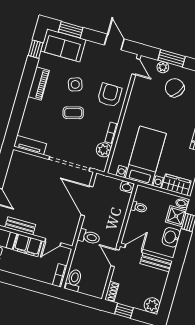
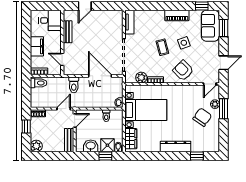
armchair: (110, 95) -> (183, 70), turned -135
door: (87, 201) -> (100, 76), hinge flipped
filing cabinet: (28, 245) -> (37, 46), moved, turned 180
door: (134, 248) -> (75, 120), hinge flipped

